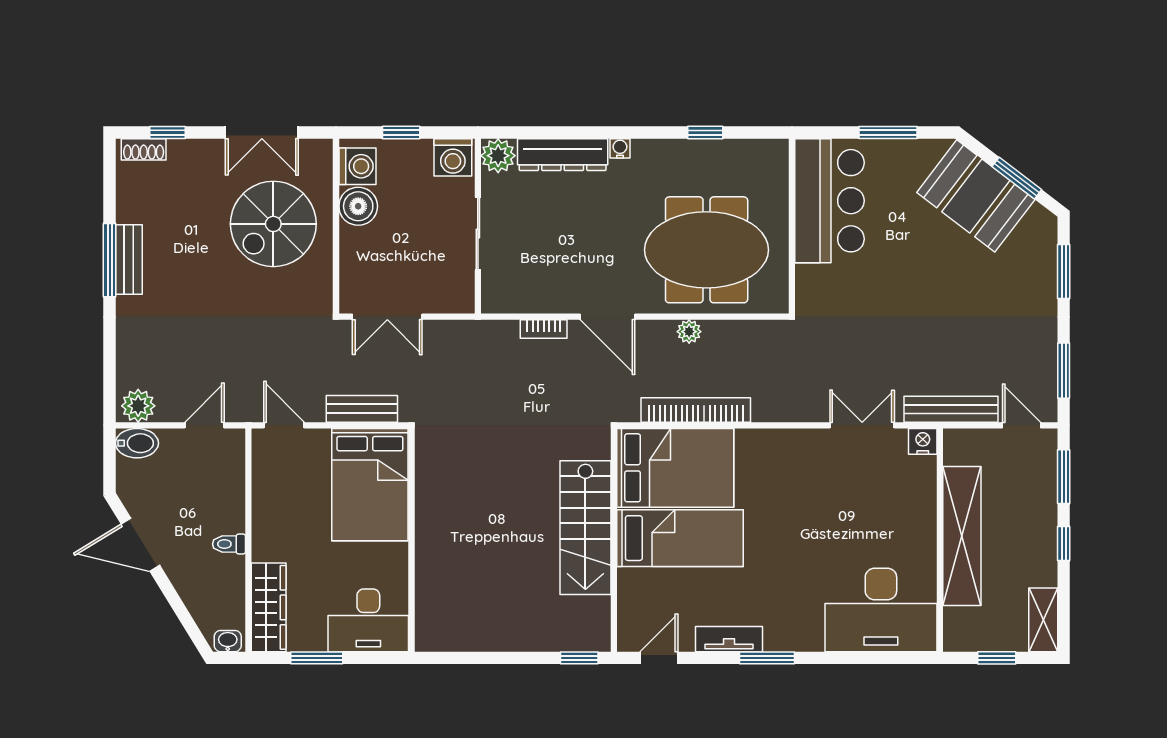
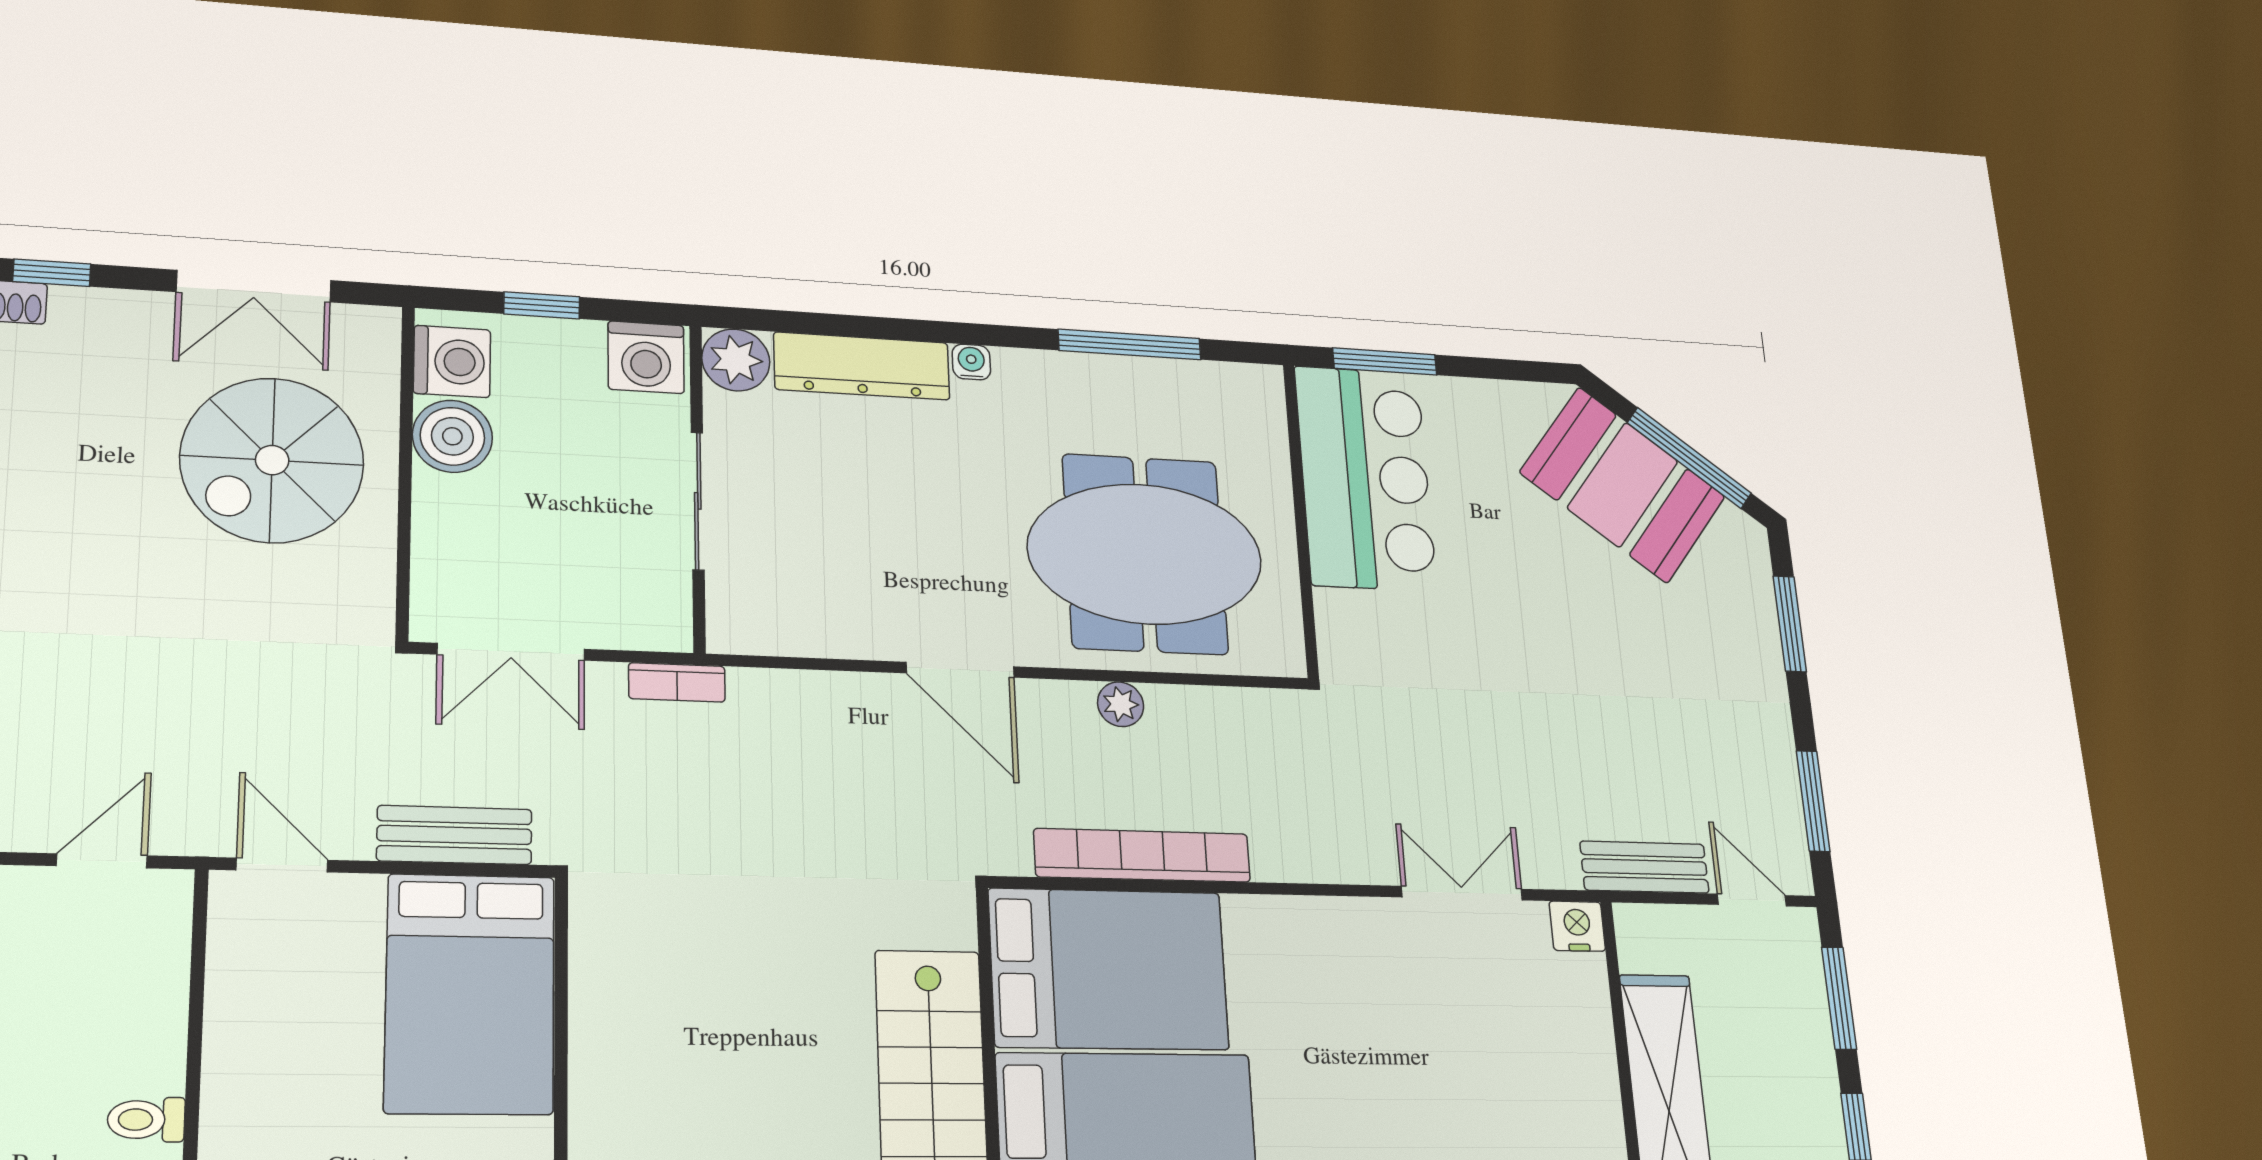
window: (705, 132) -> (1130, 345), width x2.17
window: (888, 132) -> (1385, 362), moved
window: (1017, 178) -> (1689, 458), width x1.44
bookcase: (544, 329) -> (677, 682), moved
bench: (951, 409) -> (1645, 867), width x0.73

